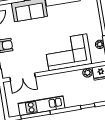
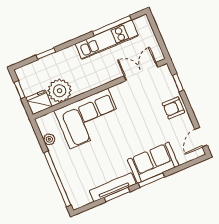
plant: (87, 73) -> (60, 91), width x1.88, depth x1.88

